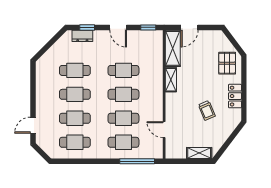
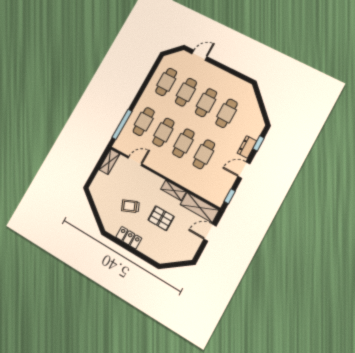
door: (189, 27) -> (210, 233), hinge flipped
dresser: (82, 36) -> (247, 147), moved
pallet: (227, 63) -> (161, 218), moved
door: (33, 125) -> (199, 55), hinge flipped
shelving: (199, 153) -> (109, 162), moved

